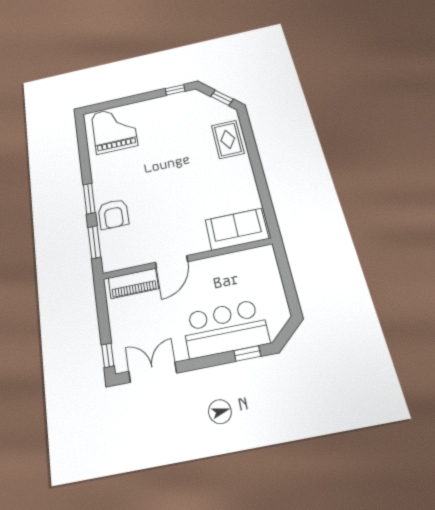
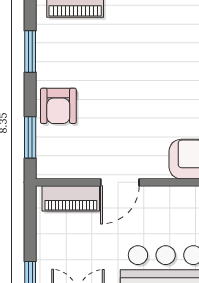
window: (89, 199) -> (30, 52), moved

